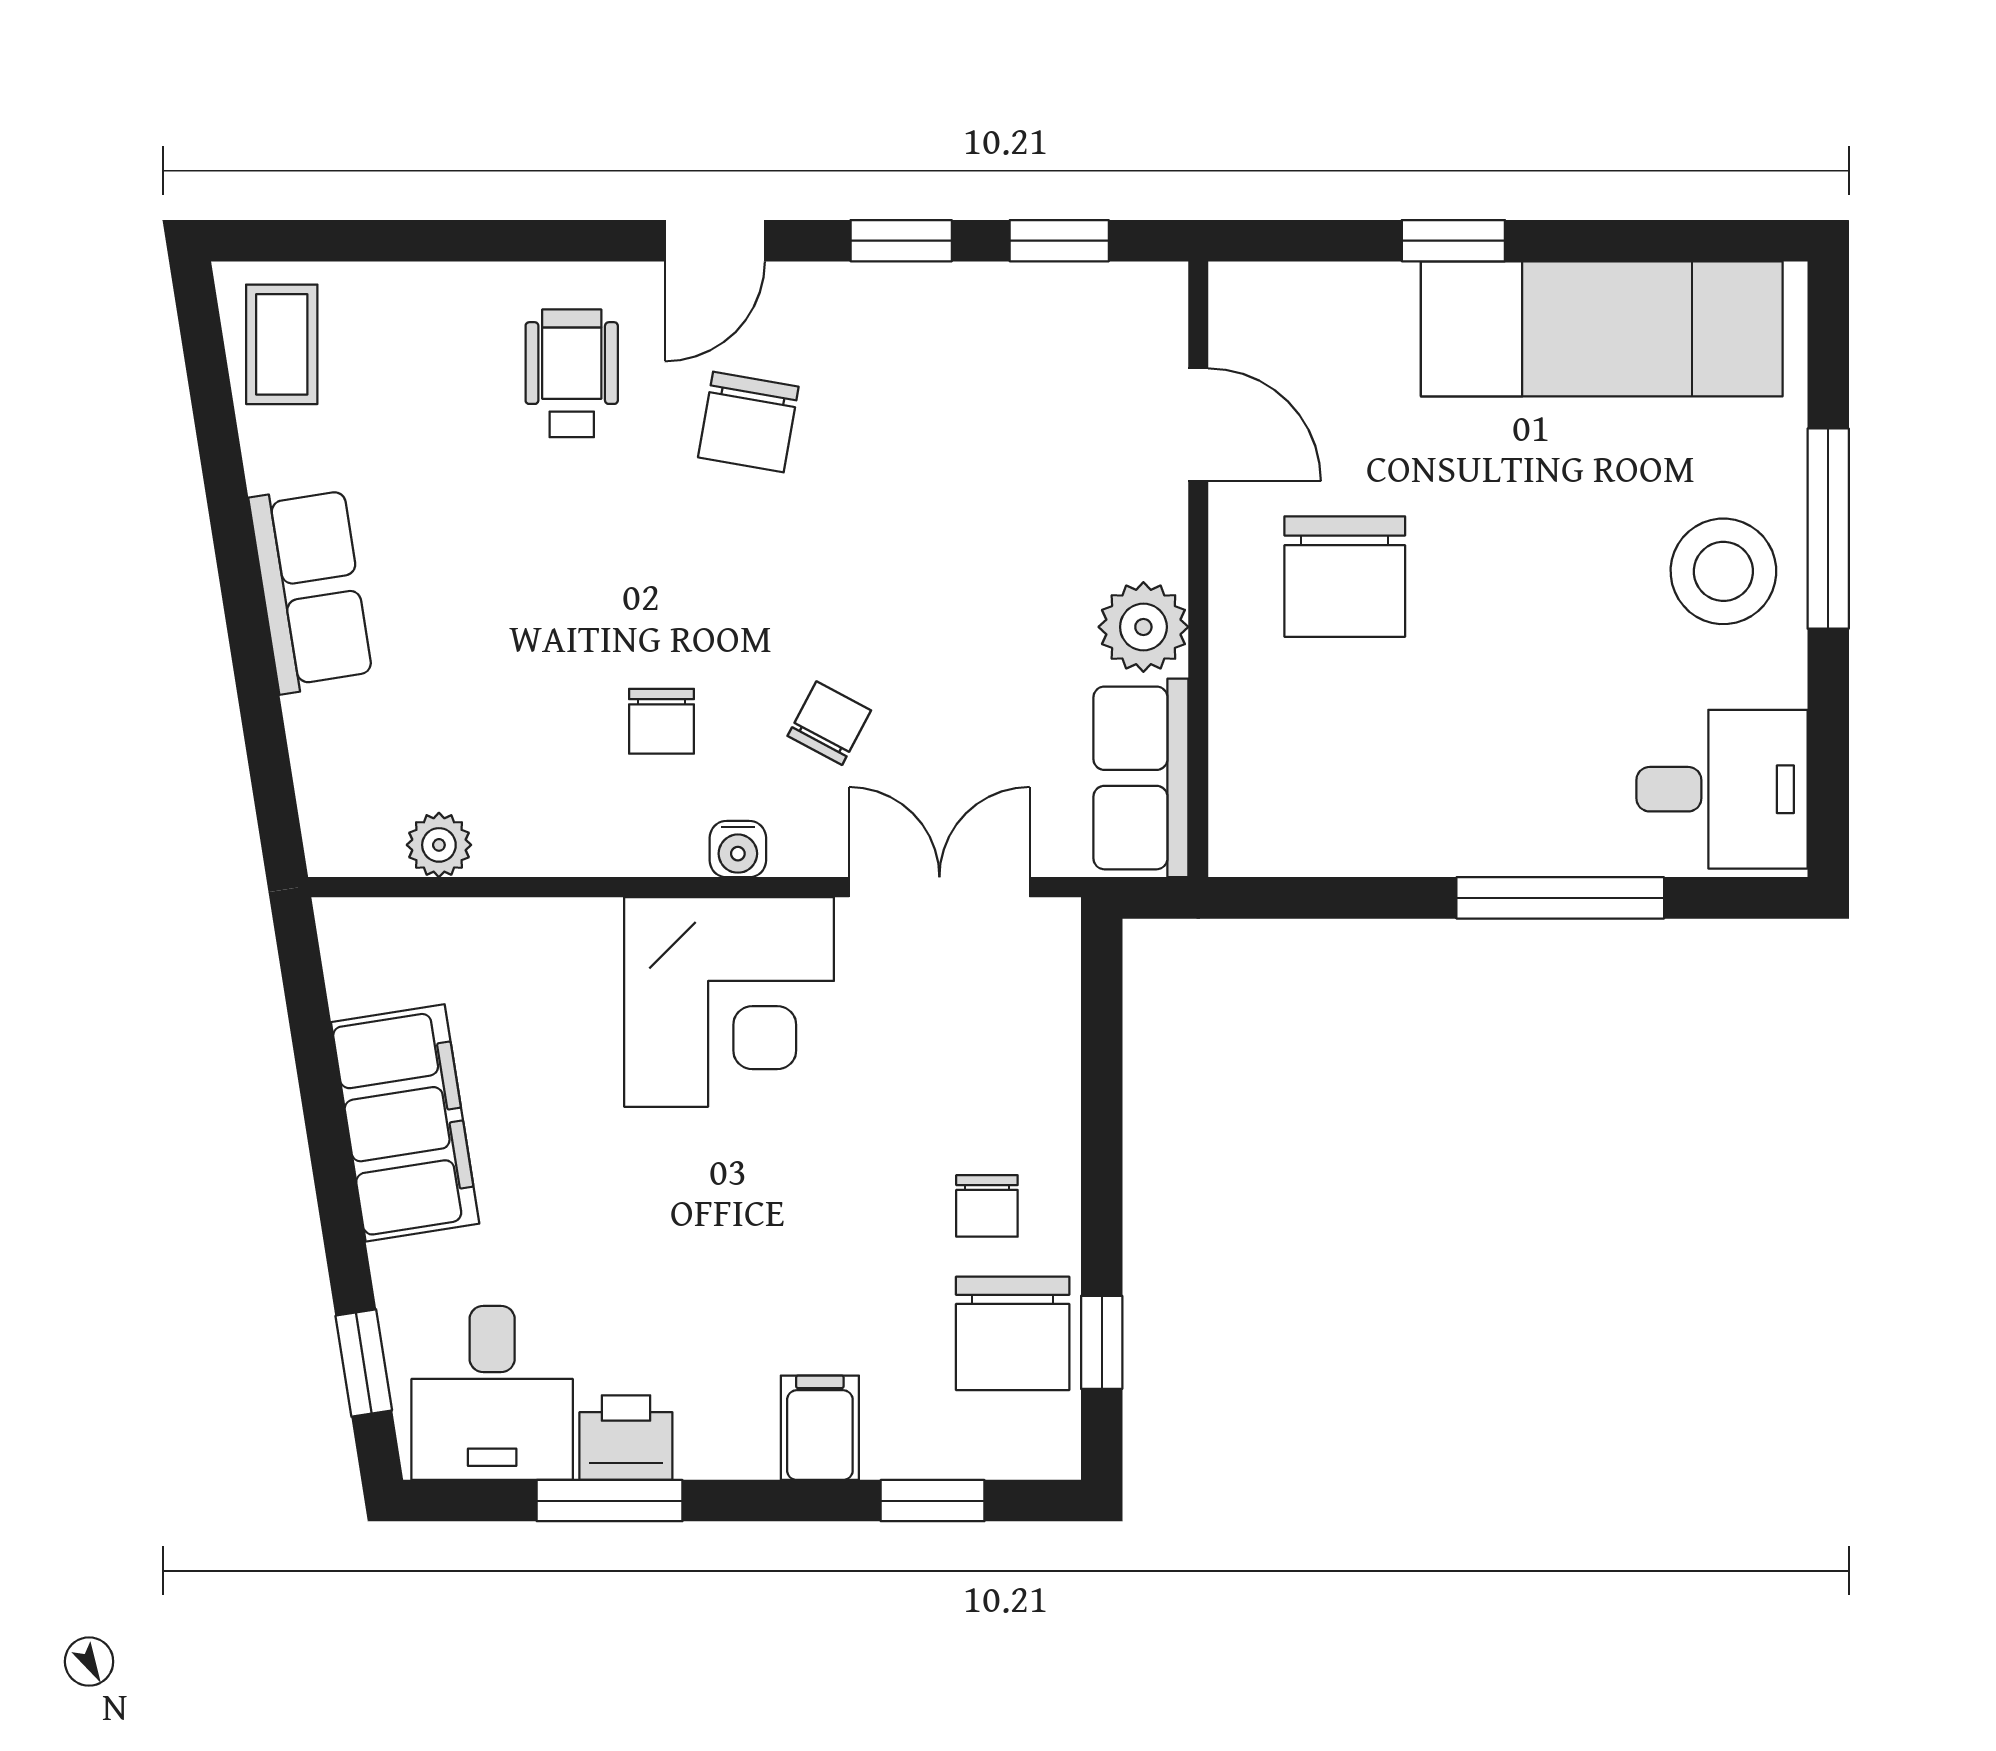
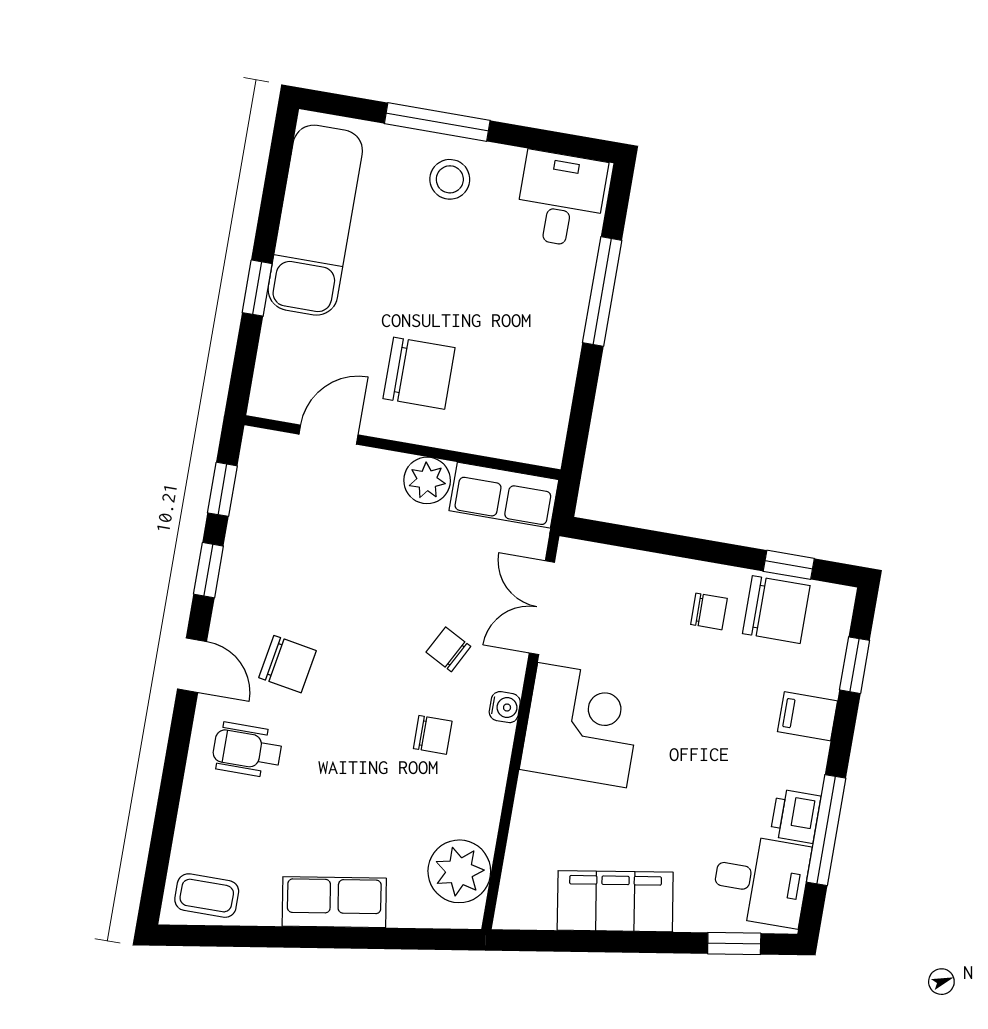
stool: (1723, 571) -> (450, 179), width x0.73, depth x0.73
plant: (439, 845) -> (459, 871), width x1.88, depth x1.88
window: (610, 1501) -> (826, 830), width x1.44

